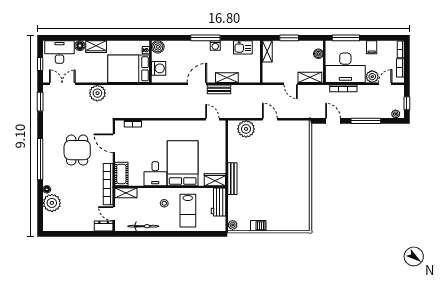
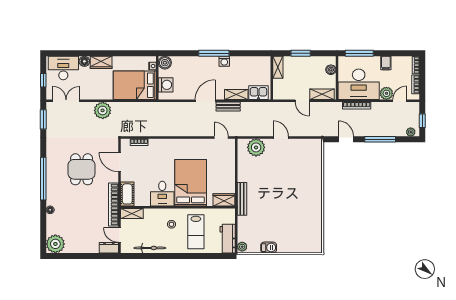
kitchen sink: (243, 47) -> (258, 93), moved, turned 180
workbench: (219, 202) -> (228, 239), moved
plant: (52, 203) -> (55, 244), moved

